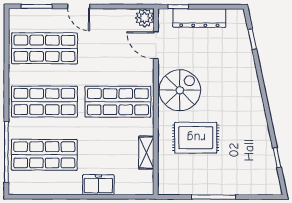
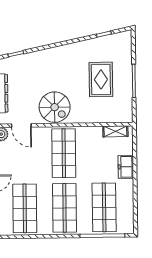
door: (156, 45) -> (21, 125), hinge flipped
spiral stairs: (180, 90) -> (55, 107), turned 180
rug: (196, 138) -> (101, 79), moved
shelving: (146, 153) -> (115, 131), moved

